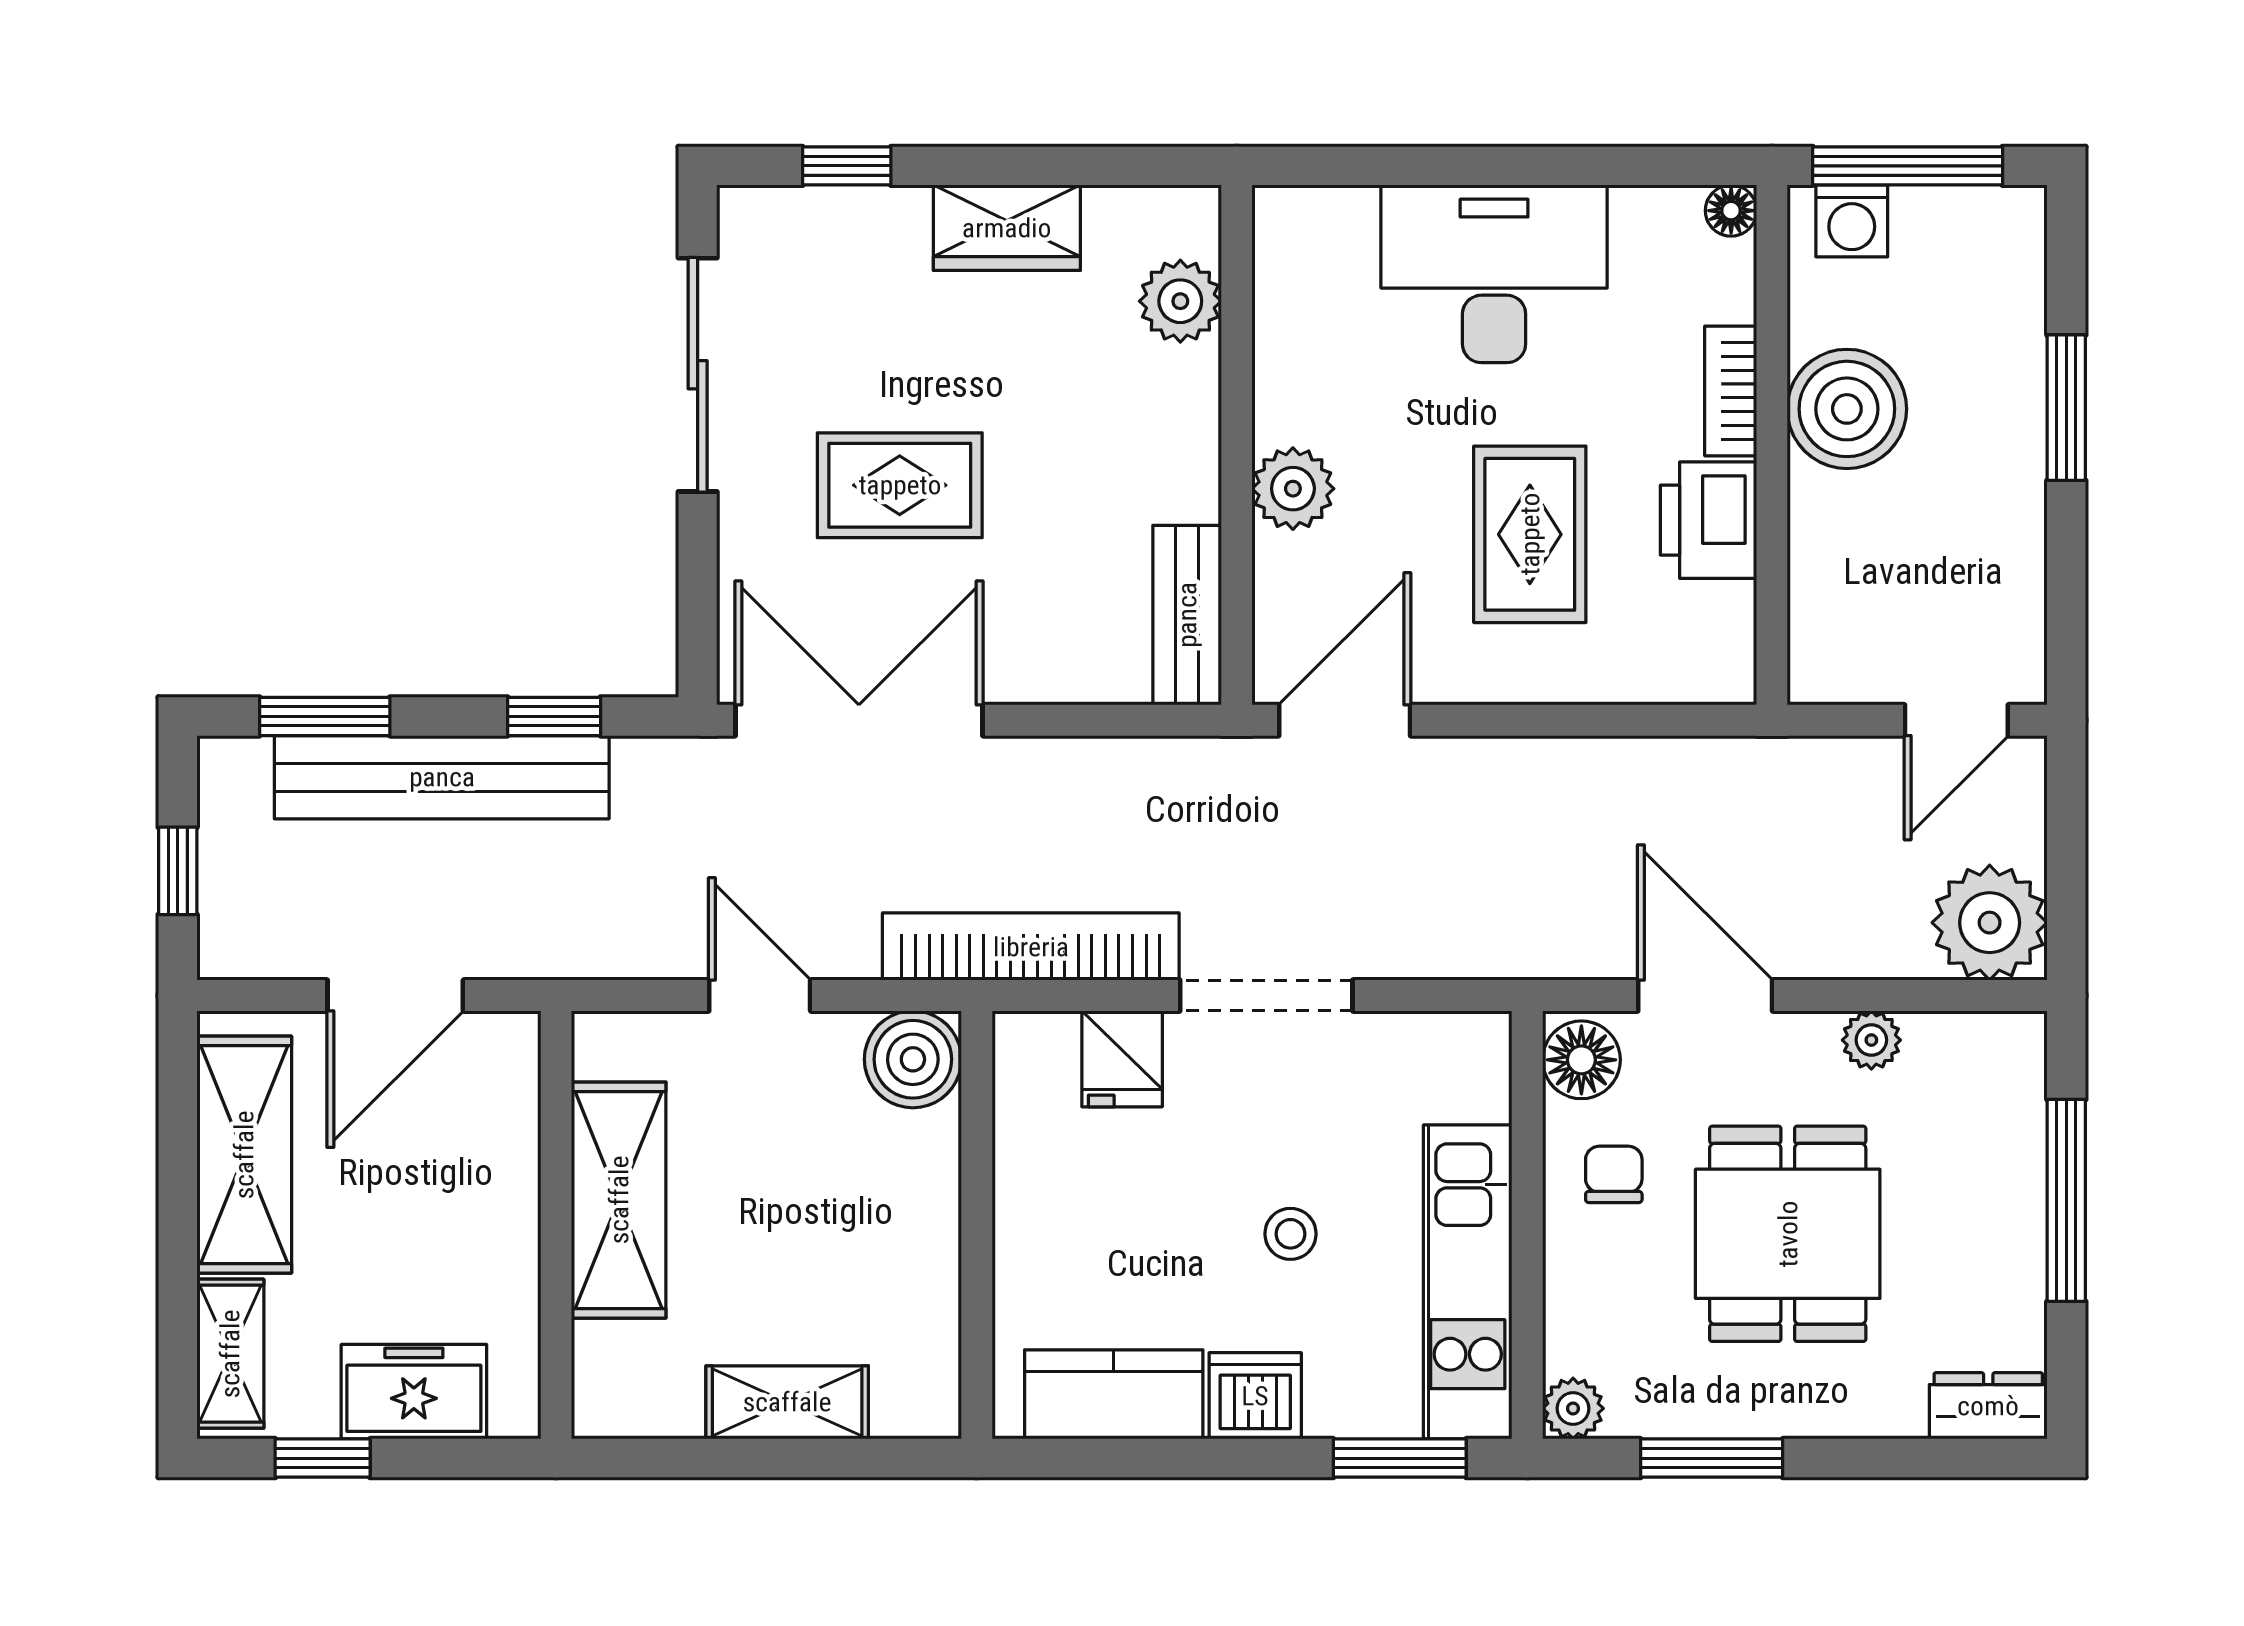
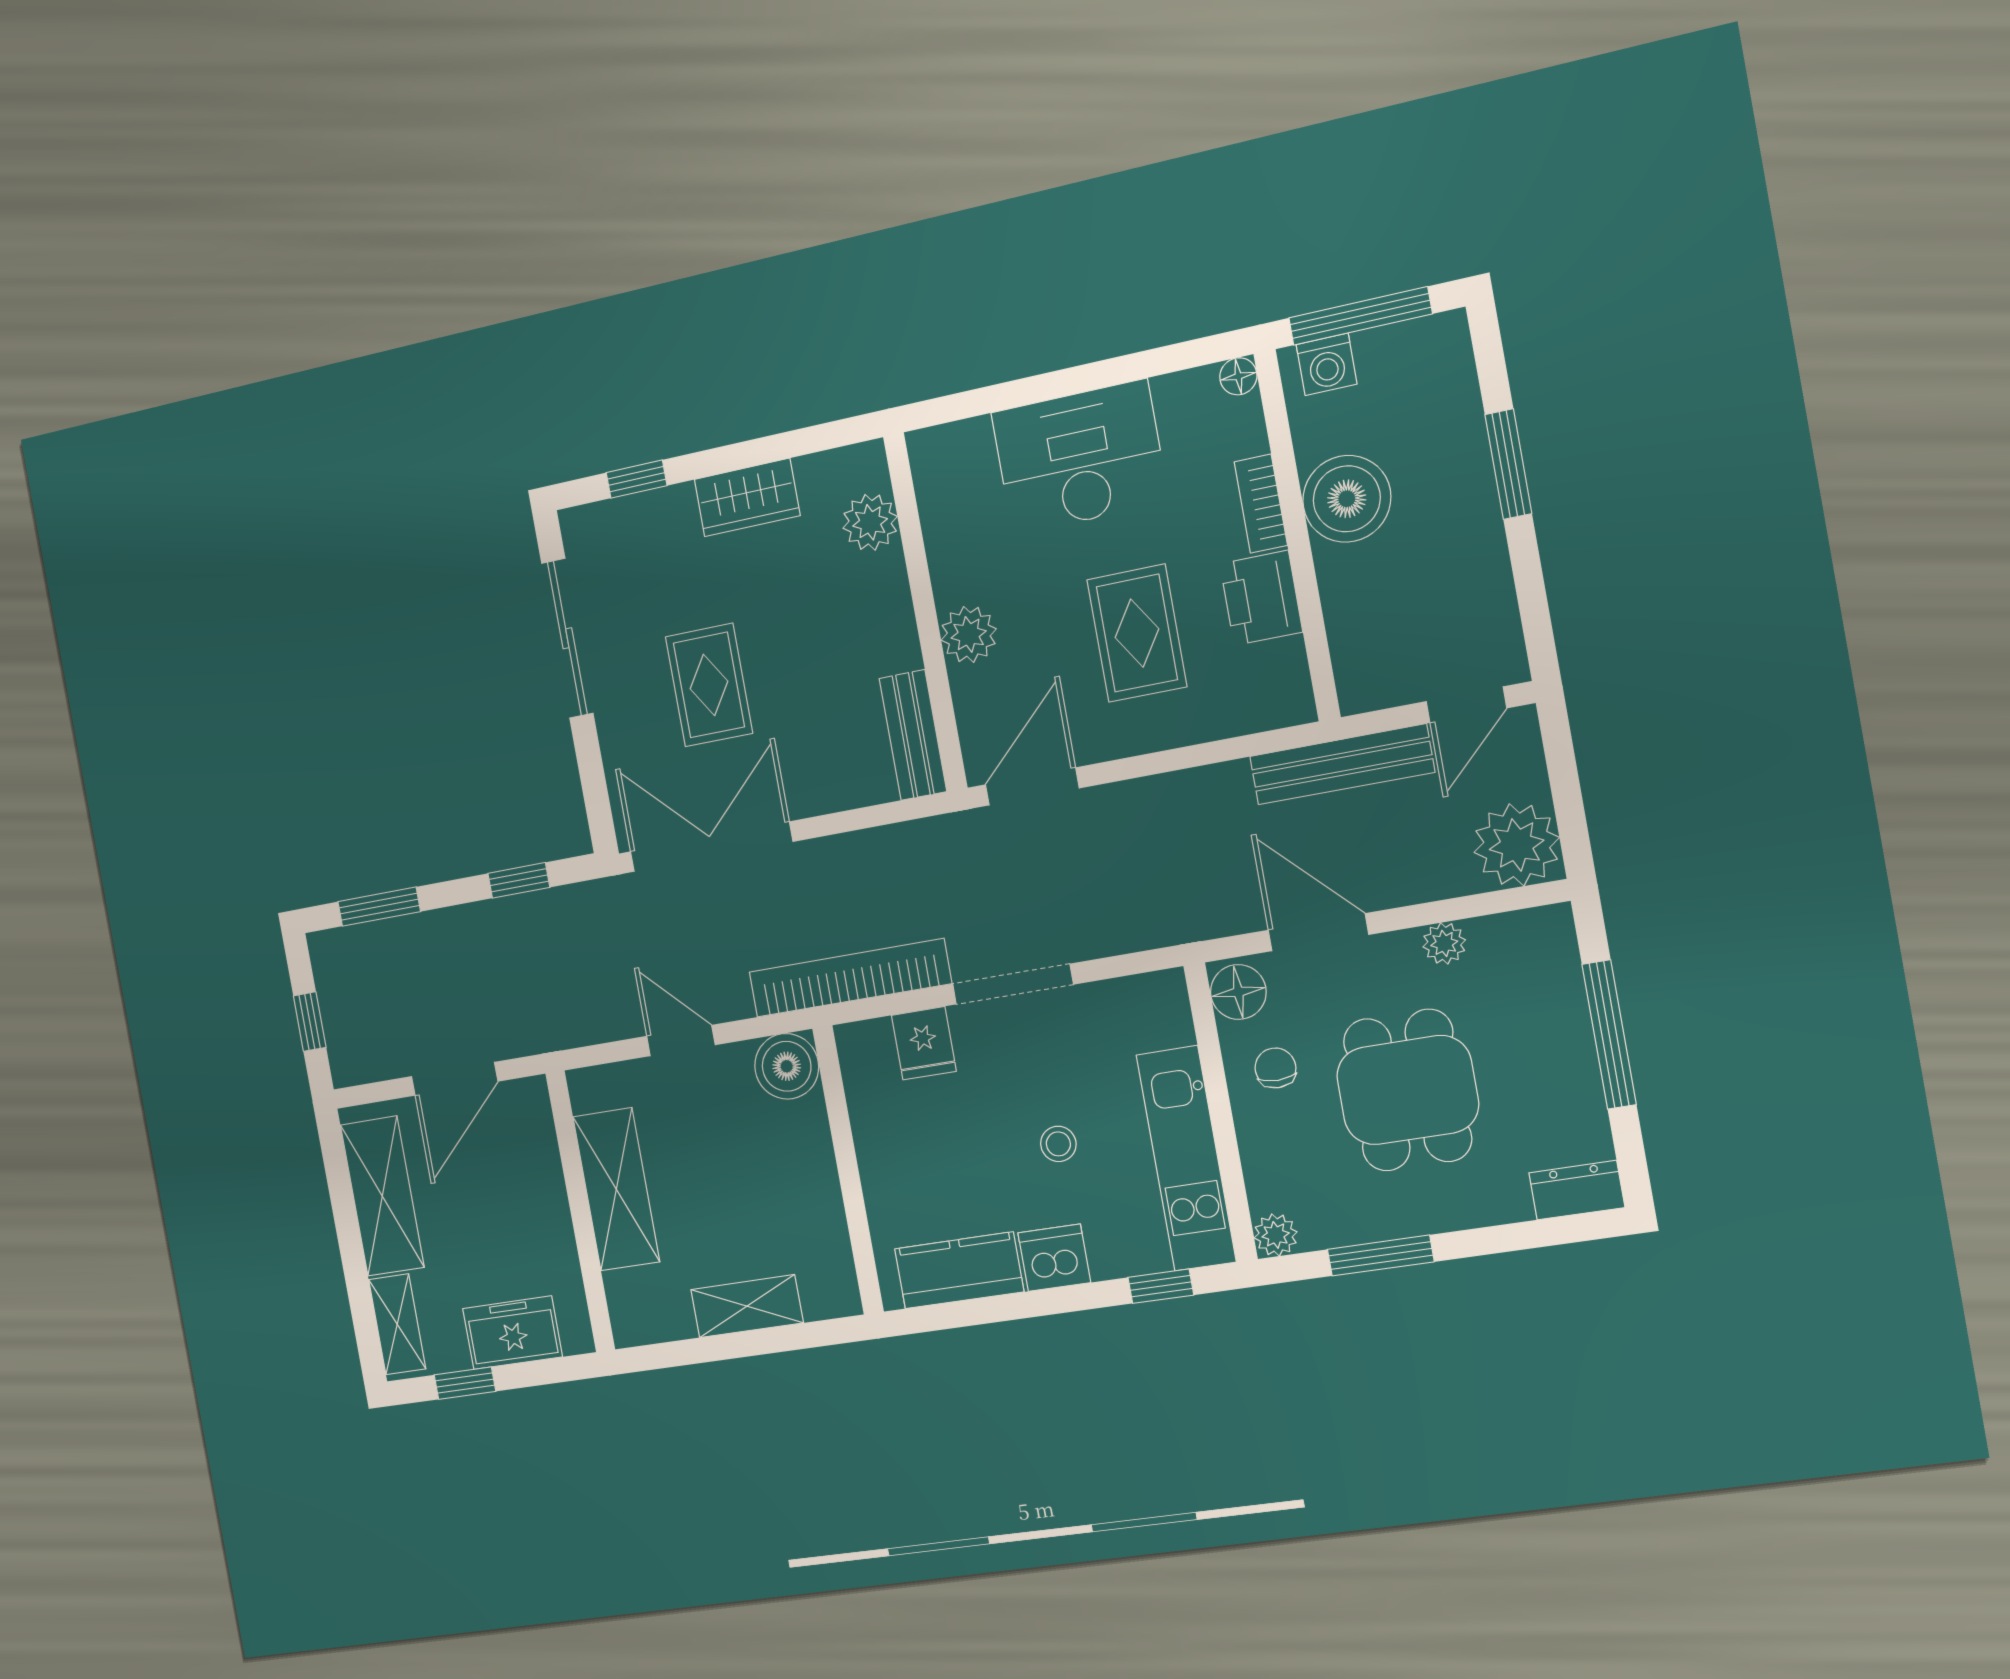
rug: (900, 485) -> (709, 685), turned 90
bench: (442, 777) -> (1342, 764), moved, width x0.73, depth x0.82
window: (1400, 1458) -> (1161, 1286), width x0.67

